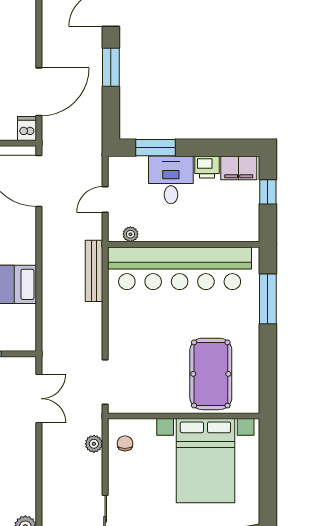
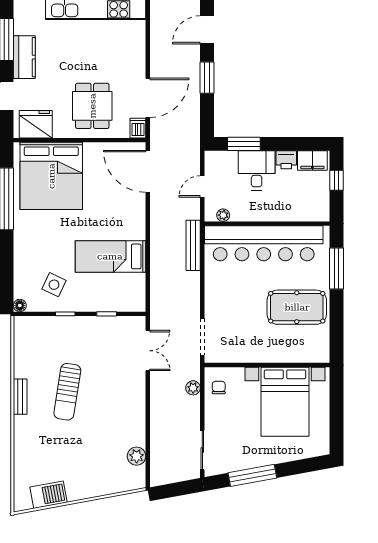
pool table: (211, 374) -> (297, 307), moved, turned 90

